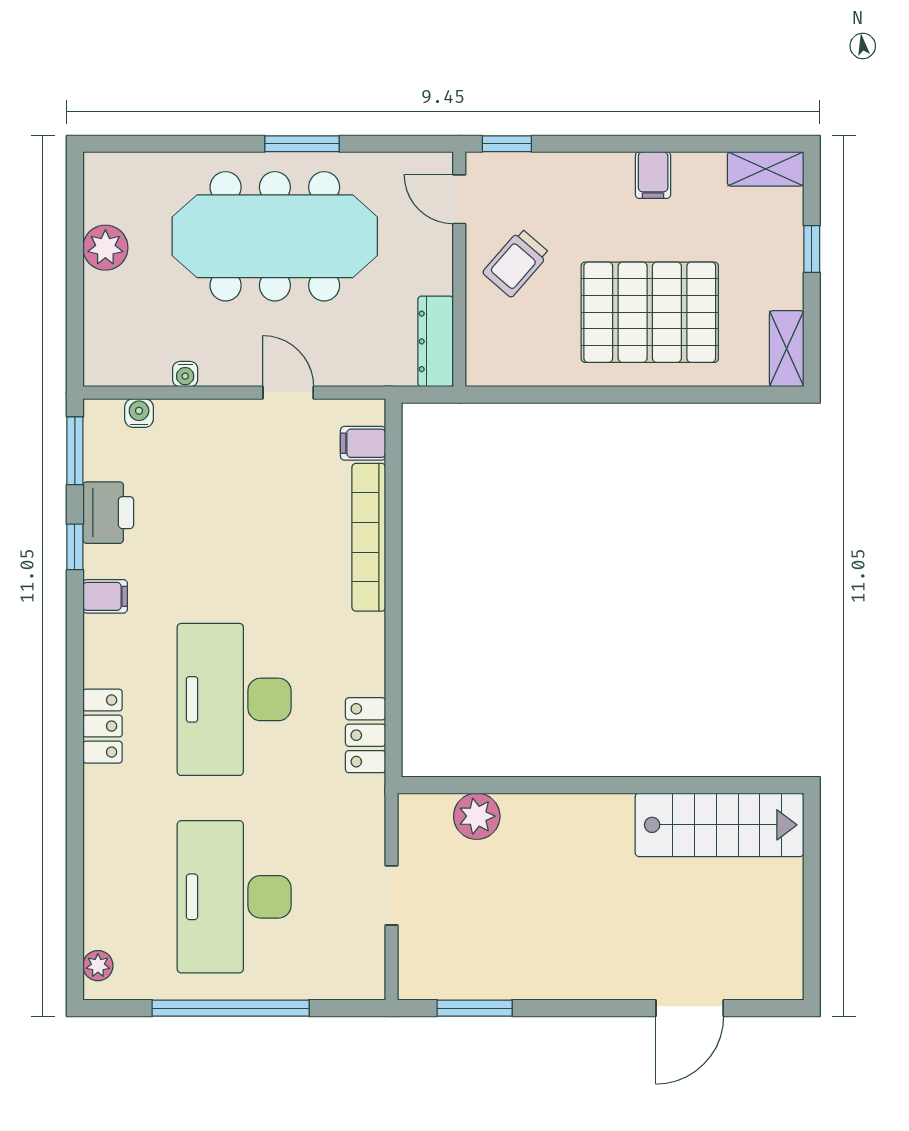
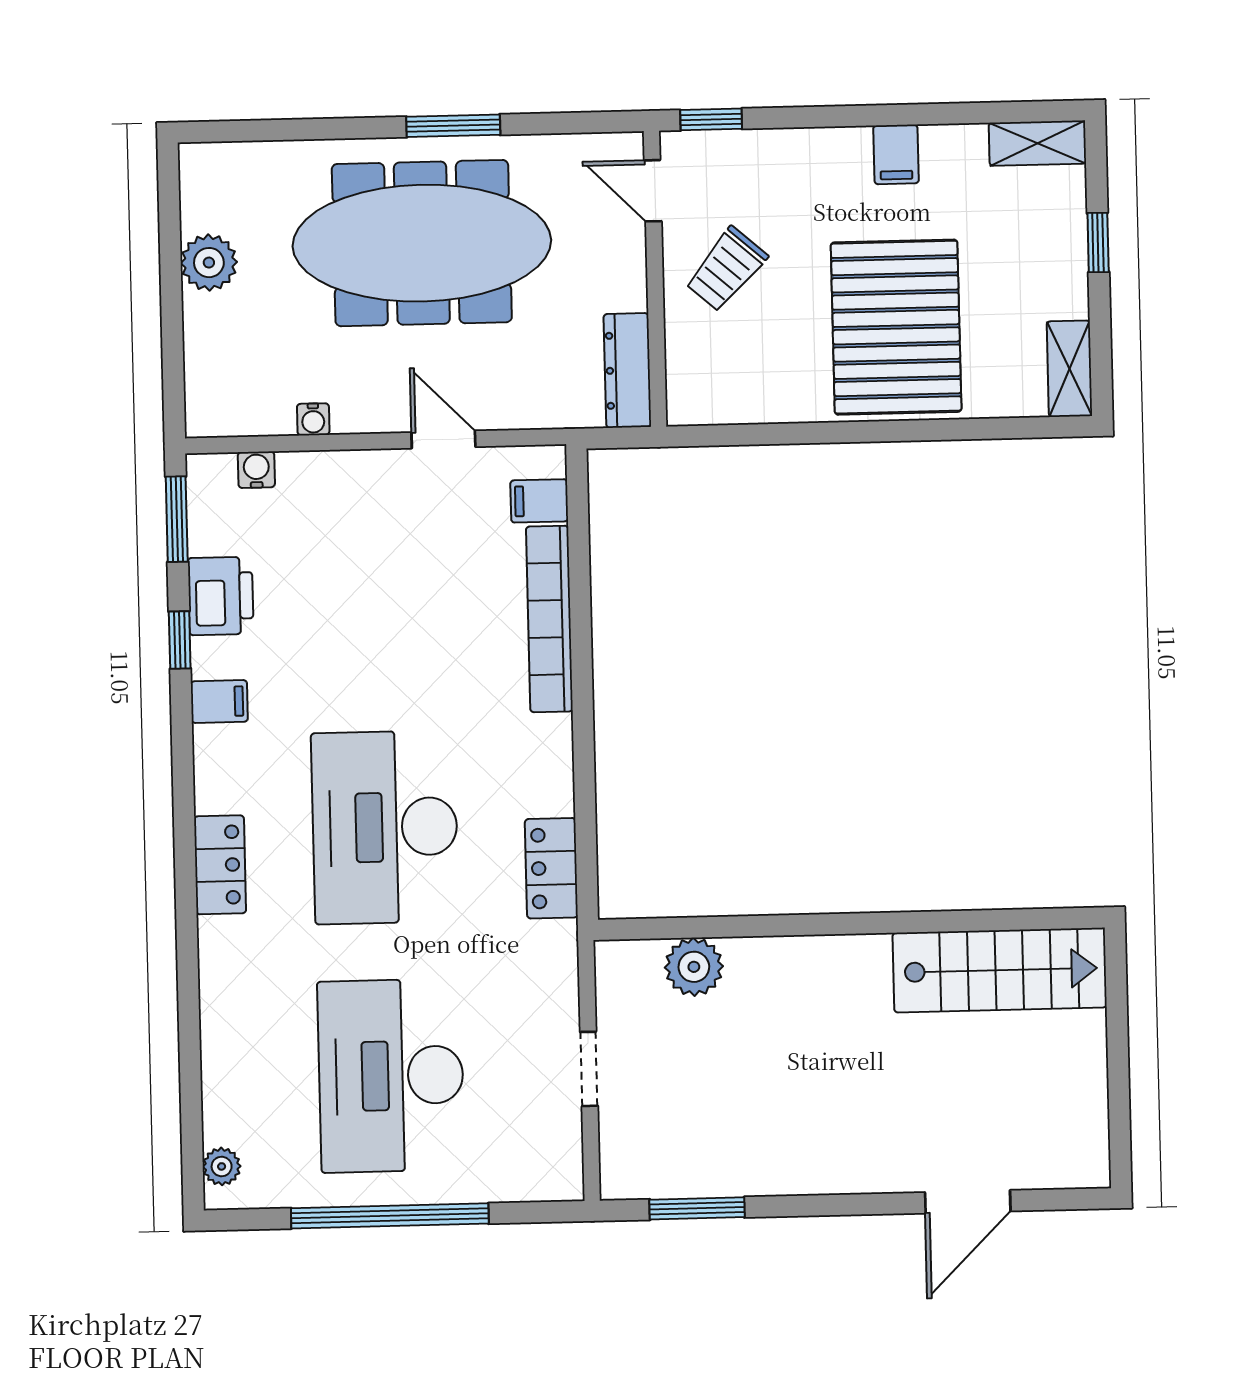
pallet: (650, 312) -> (896, 327), turned 90

